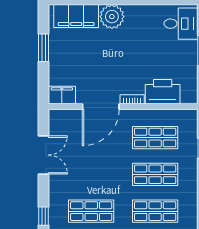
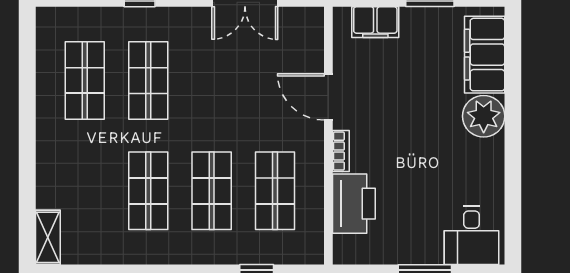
filing cabinet: (62, 95) -> (375, 22), moved, turned 90
door: (101, 107) -> (328, 97), width x0.73

